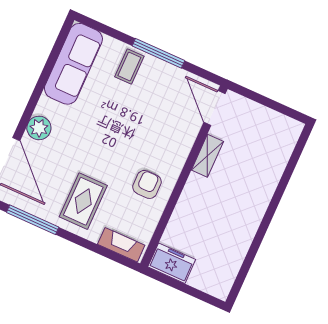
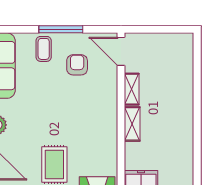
armchair: (147, 184) -> (77, 65), moved
shelving: (191, 195) -> (132, 124), added

